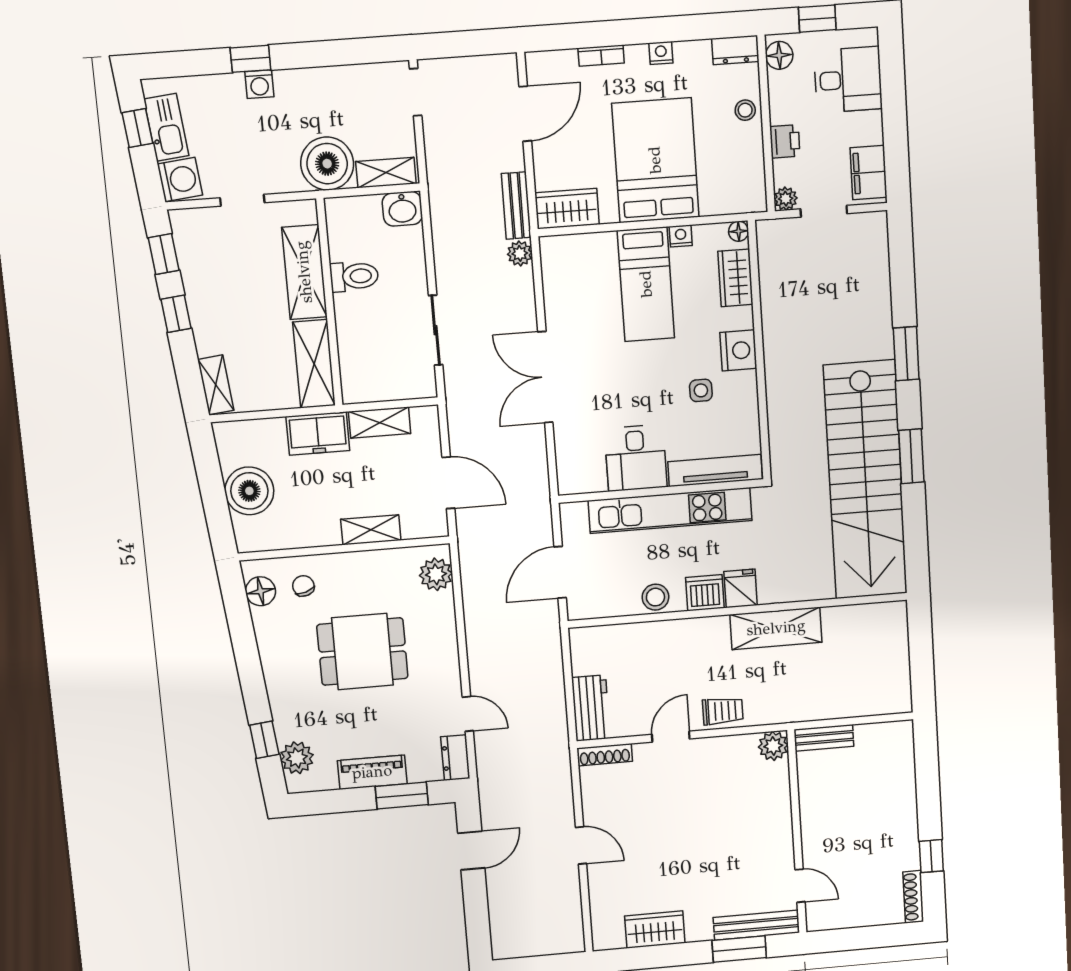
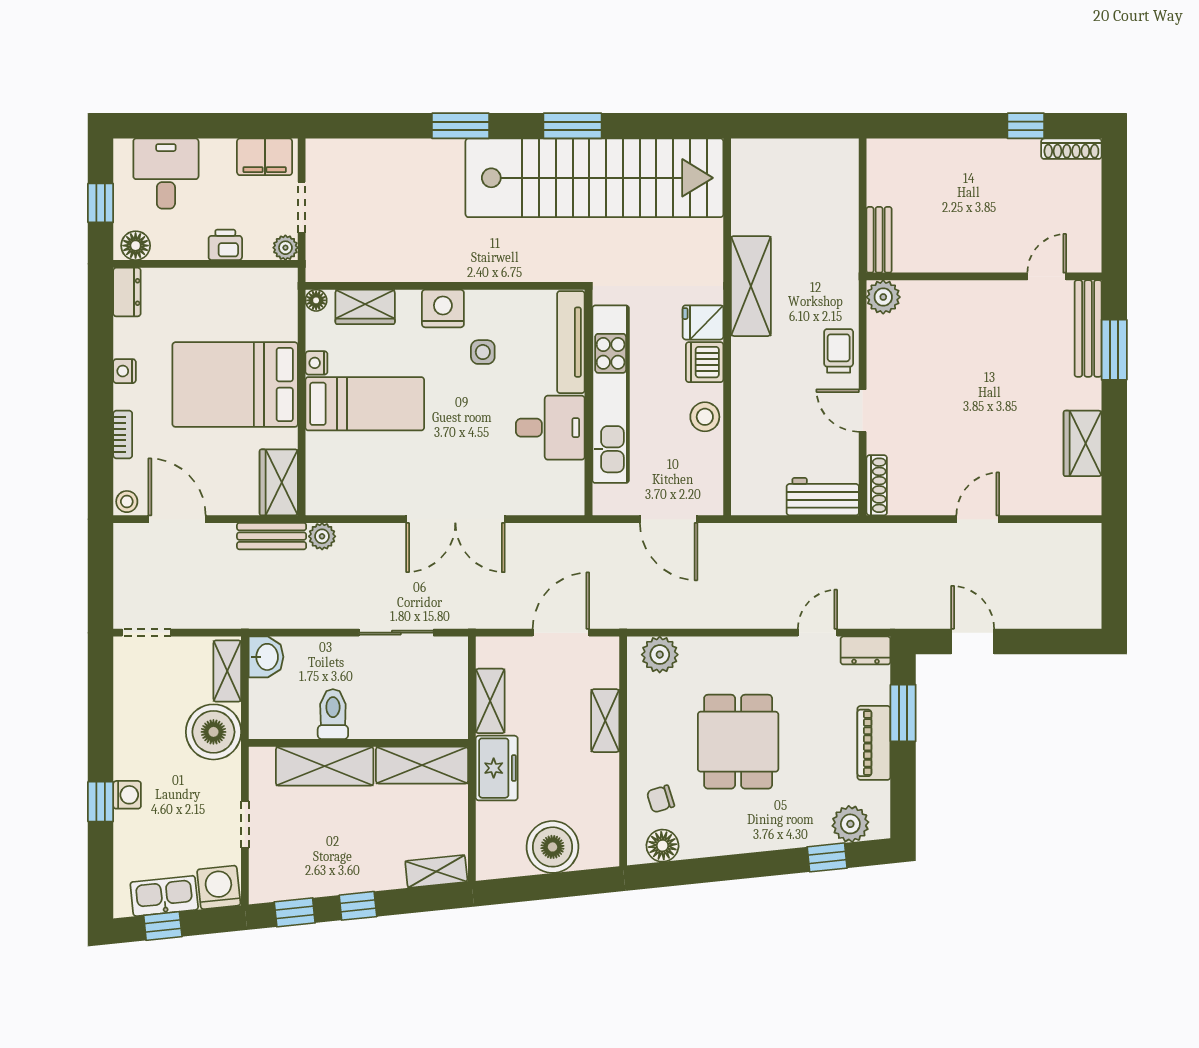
stool: (745, 110) -> (127, 502), moved

